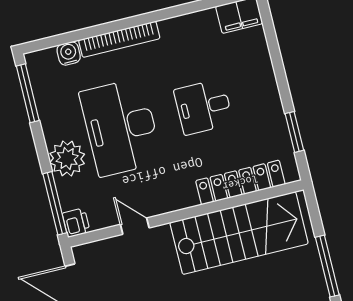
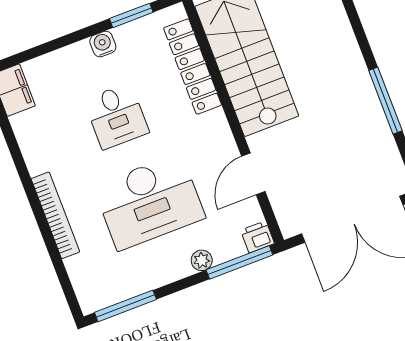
water cooler: (69, 53) -> (103, 44), moved, turned 90
plant: (67, 159) -> (202, 260), width x0.53, depth x0.53
door: (135, 226) -> (253, 174), width x1.37

